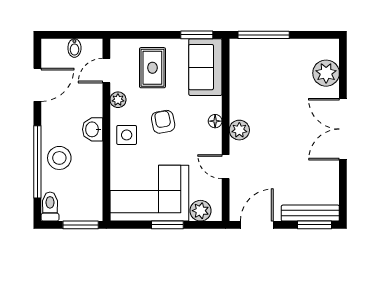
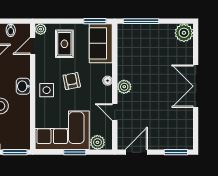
plant: (326, 73) -> (184, 33), moved
plant: (118, 100) -> (41, 29), moved
bench: (310, 213) -> (173, 144), removed

